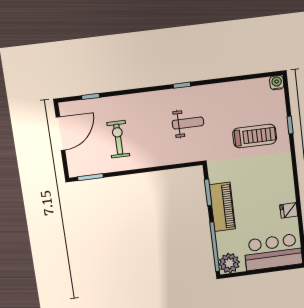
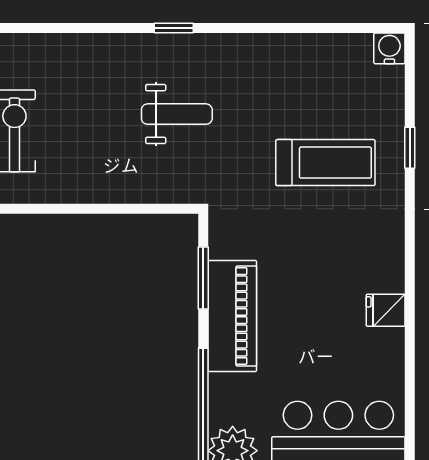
fridge: (289, 210) -> (386, 310), moved

